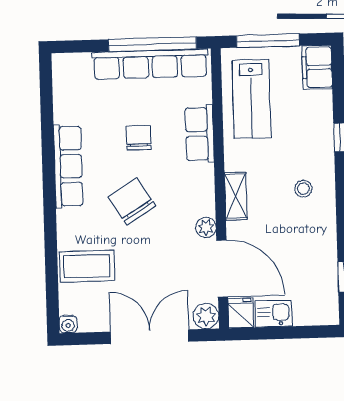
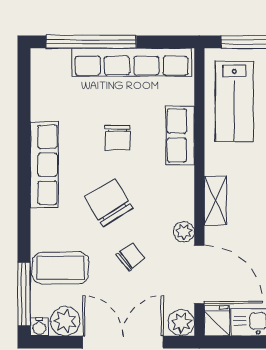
window: (152, 44) -> (91, 42), moved
chair: (139, 138) -> (117, 138), turned 180
chair: (155, 253) -> (131, 257), added
window: (52, 293) -> (24, 294), added
plant: (93, 318) -> (65, 321), added

